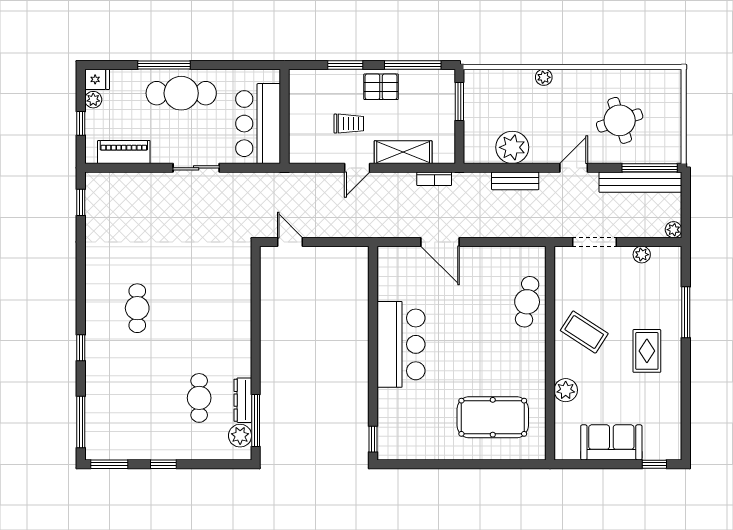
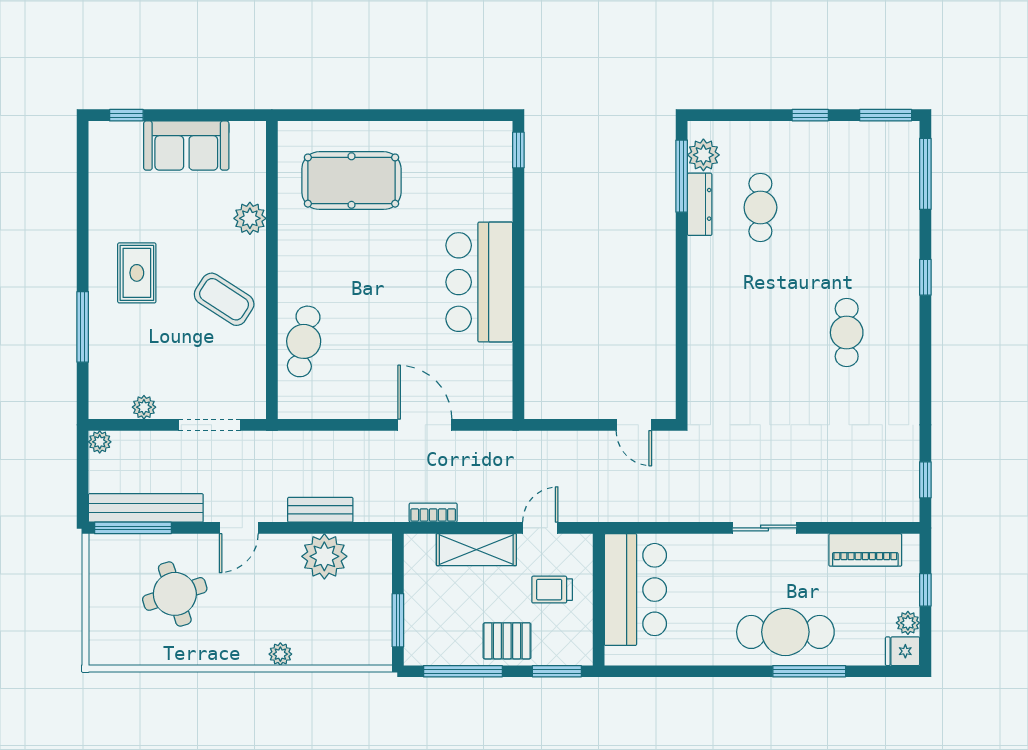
wall: (284, 116) -> (599, 600), moved
bar counter: (258, 124) -> (635, 590), moved

